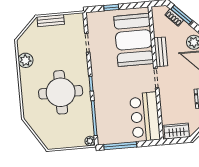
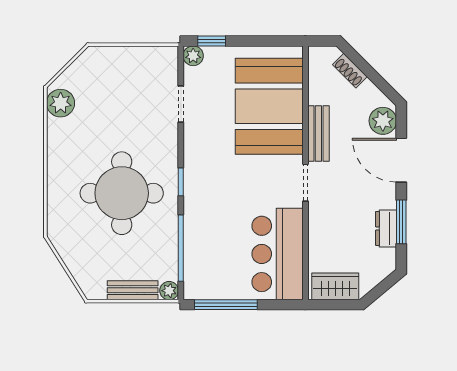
window: (111, 8) -> (212, 41), moved
window: (182, 15) -> (364, 67), removed
plant: (92, 17) -> (193, 56), added
bench: (51, 21) -> (133, 290), moved
plant: (26, 60) -> (61, 103), moved

